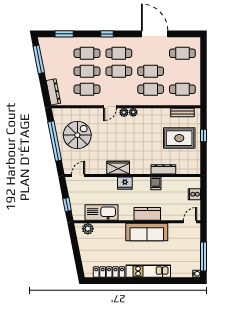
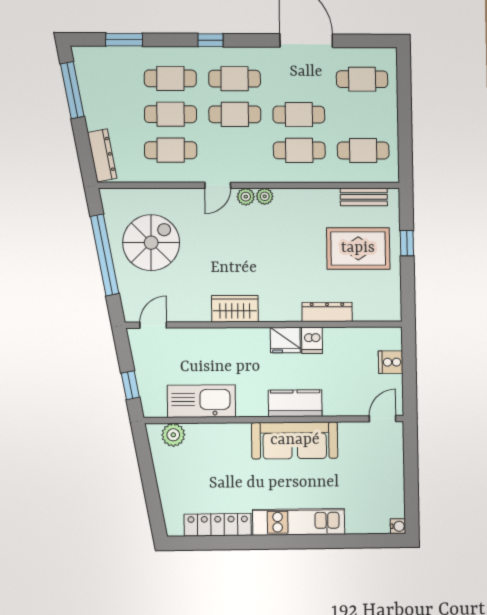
fridge: (125, 183) -> (285, 340), moved
window: (203, 257) -> (411, 490), removed

